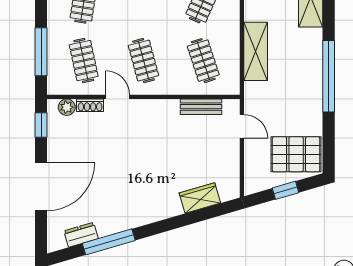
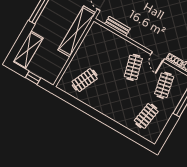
shelving: (256, 51) -> (77, 31), width x1.47
clothes rail: (203, 61) -> (102, 49), removed

